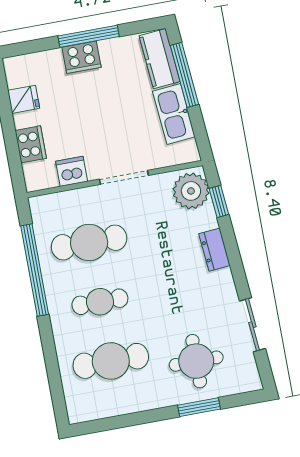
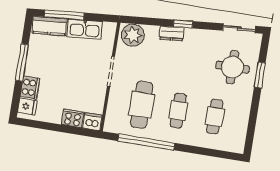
cooker: (82, 57) -> (30, 87), moved
fridge: (24, 99) -> (27, 106), moved, turned 90
dishwasher: (72, 171) -> (92, 122), moved, turned 90
window: (219, 201) -> (183, 24), moved
sliding door: (252, 325) -> (239, 28), moved
cafe table: (111, 361) -> (215, 117), width x0.73, depth x0.74

